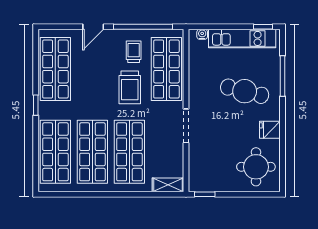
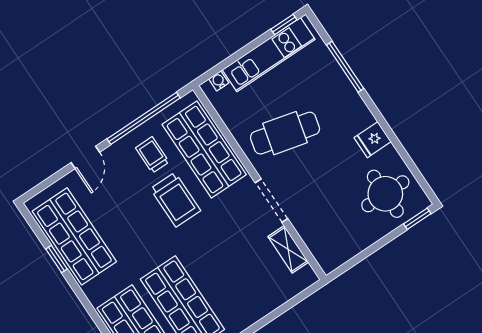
cafe table: (245, 91) -> (285, 133), moved
window: (36, 105) -> (56, 259), moved
shop shelf: (129, 152) -> (226, 275), removed
shelving: (168, 185) -> (288, 249), moved, turned 90
window: (205, 194) -> (417, 219), moved

